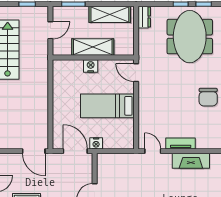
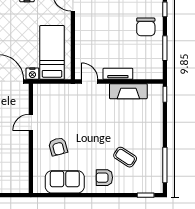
bed: (107, 106) -> (52, 52), moved, turned 90

